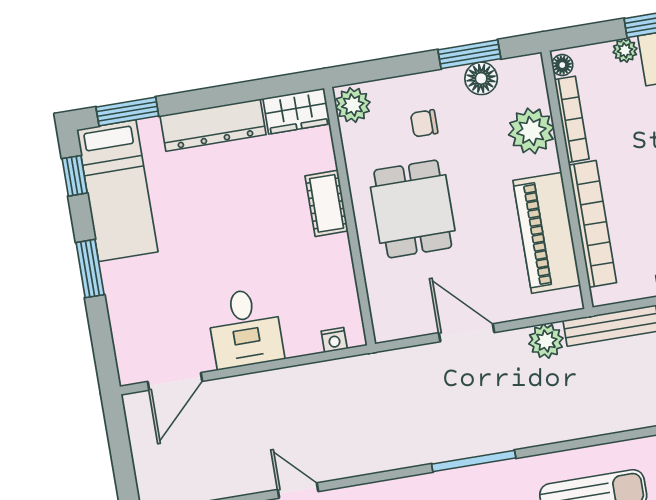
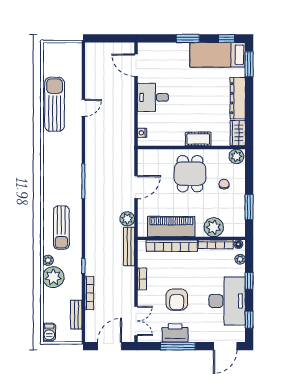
plant: (625, 50) -> (240, 259), moved
floor lamp: (481, 78) -> (238, 210), removed
dining table: (413, 209) -> (190, 174), turned 90

